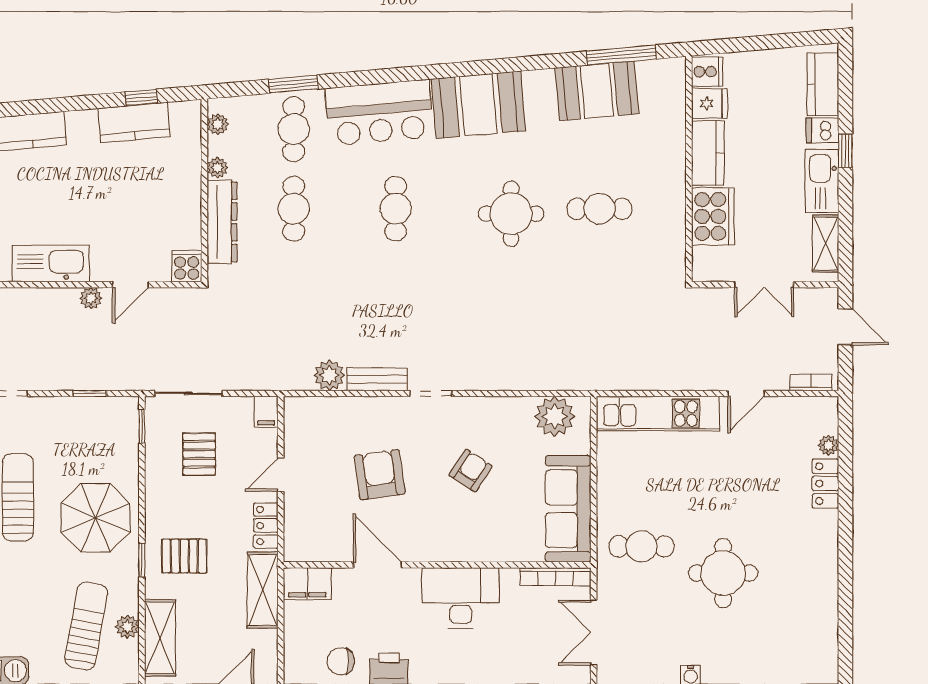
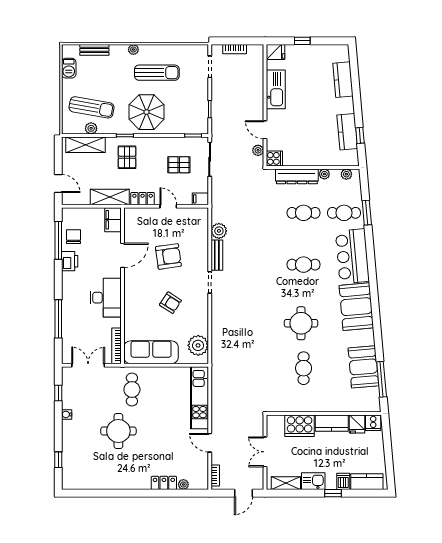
kitchen sink: (822, 181) -> (313, 481), width x0.73
plant: (91, 298) -> (258, 150), moved

